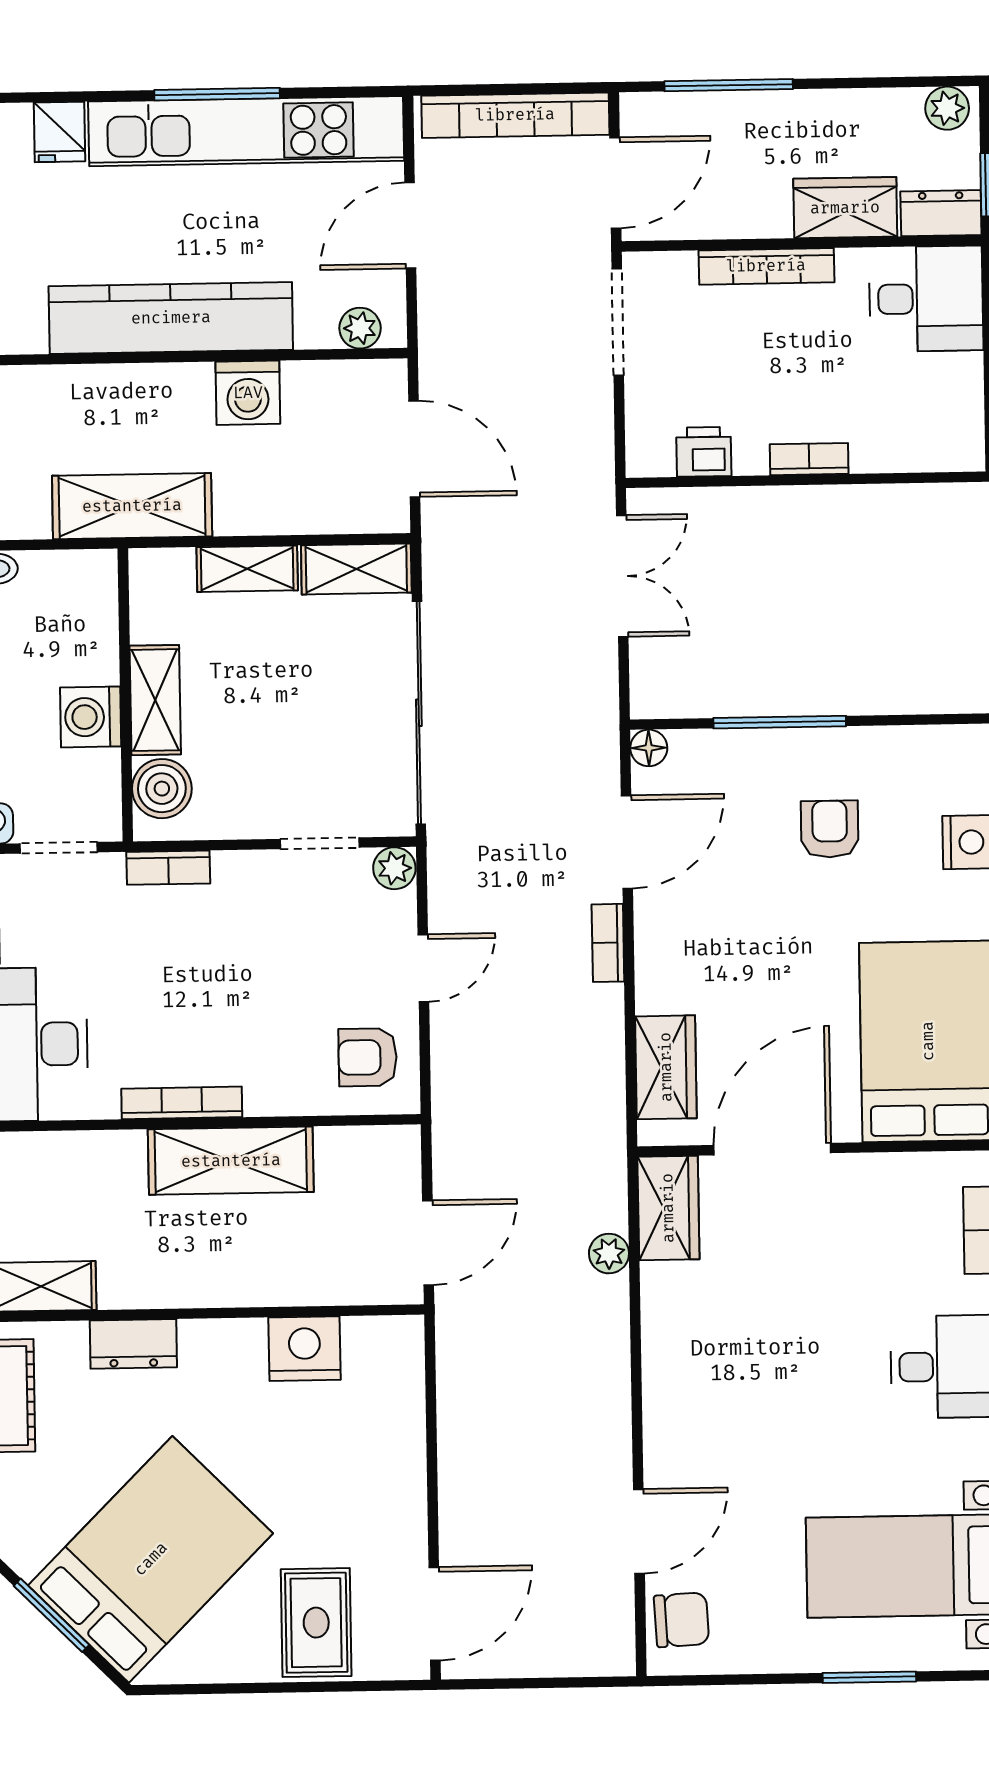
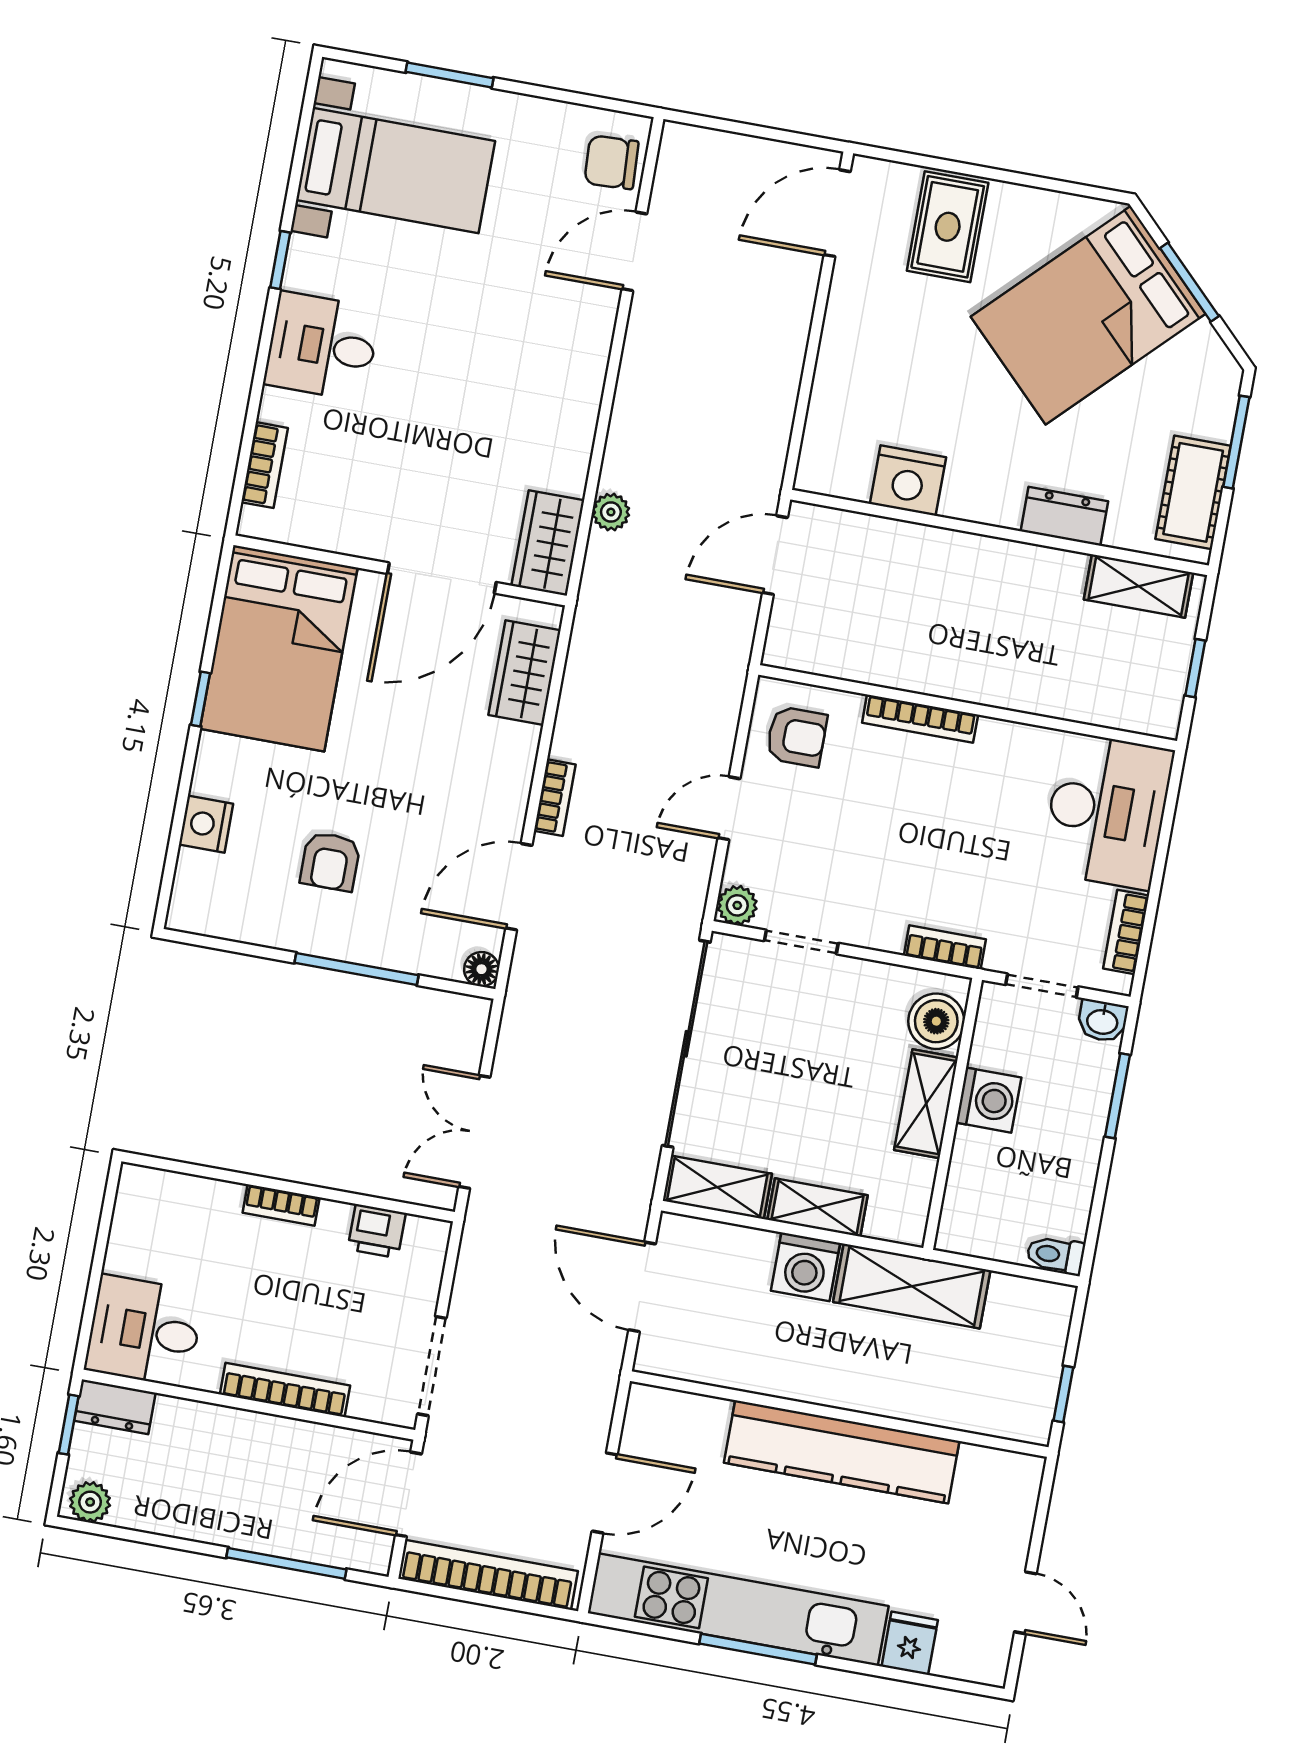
wardrobe: (845, 208) -> (202, 1429), removed
plant: (360, 328) -> (670, 1408), removed
washing machine: (248, 393) -> (805, 1267), moved, turned 180
bookcase: (182, 1103) -> (920, 719), moved
shelving: (231, 1161) -> (941, 667), removed

